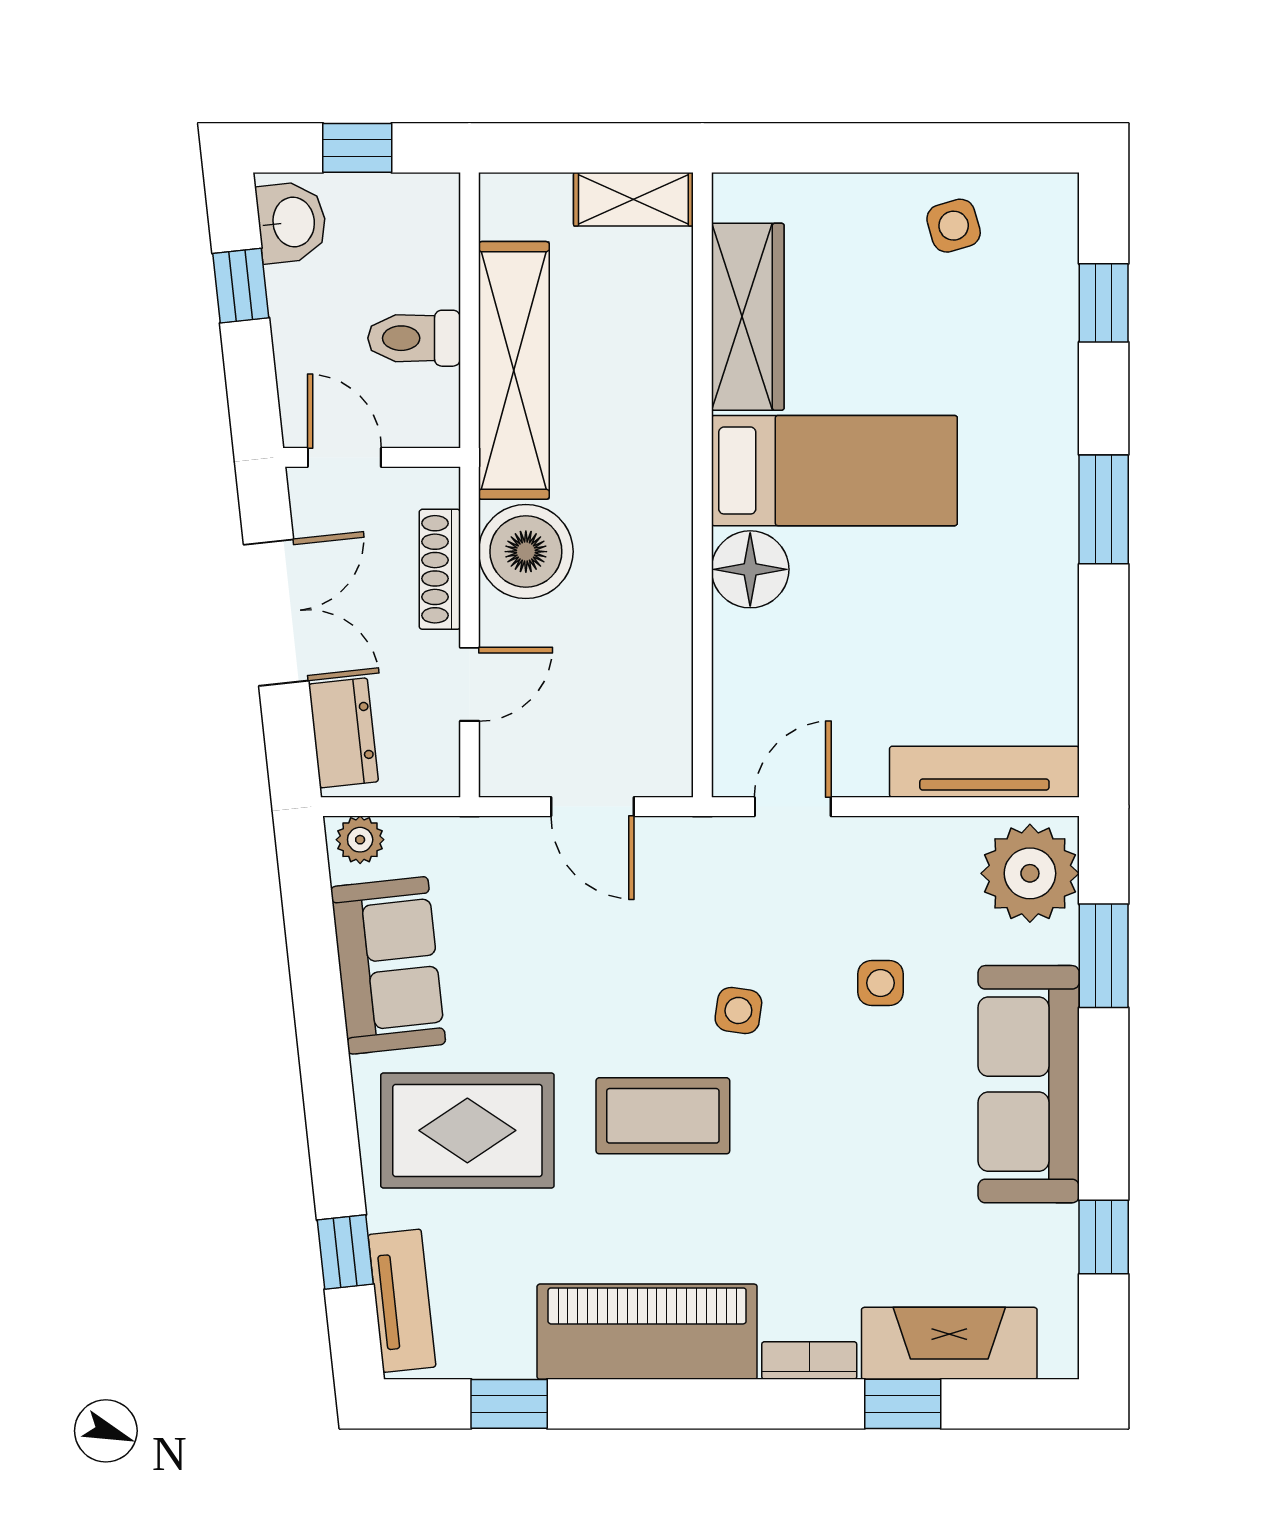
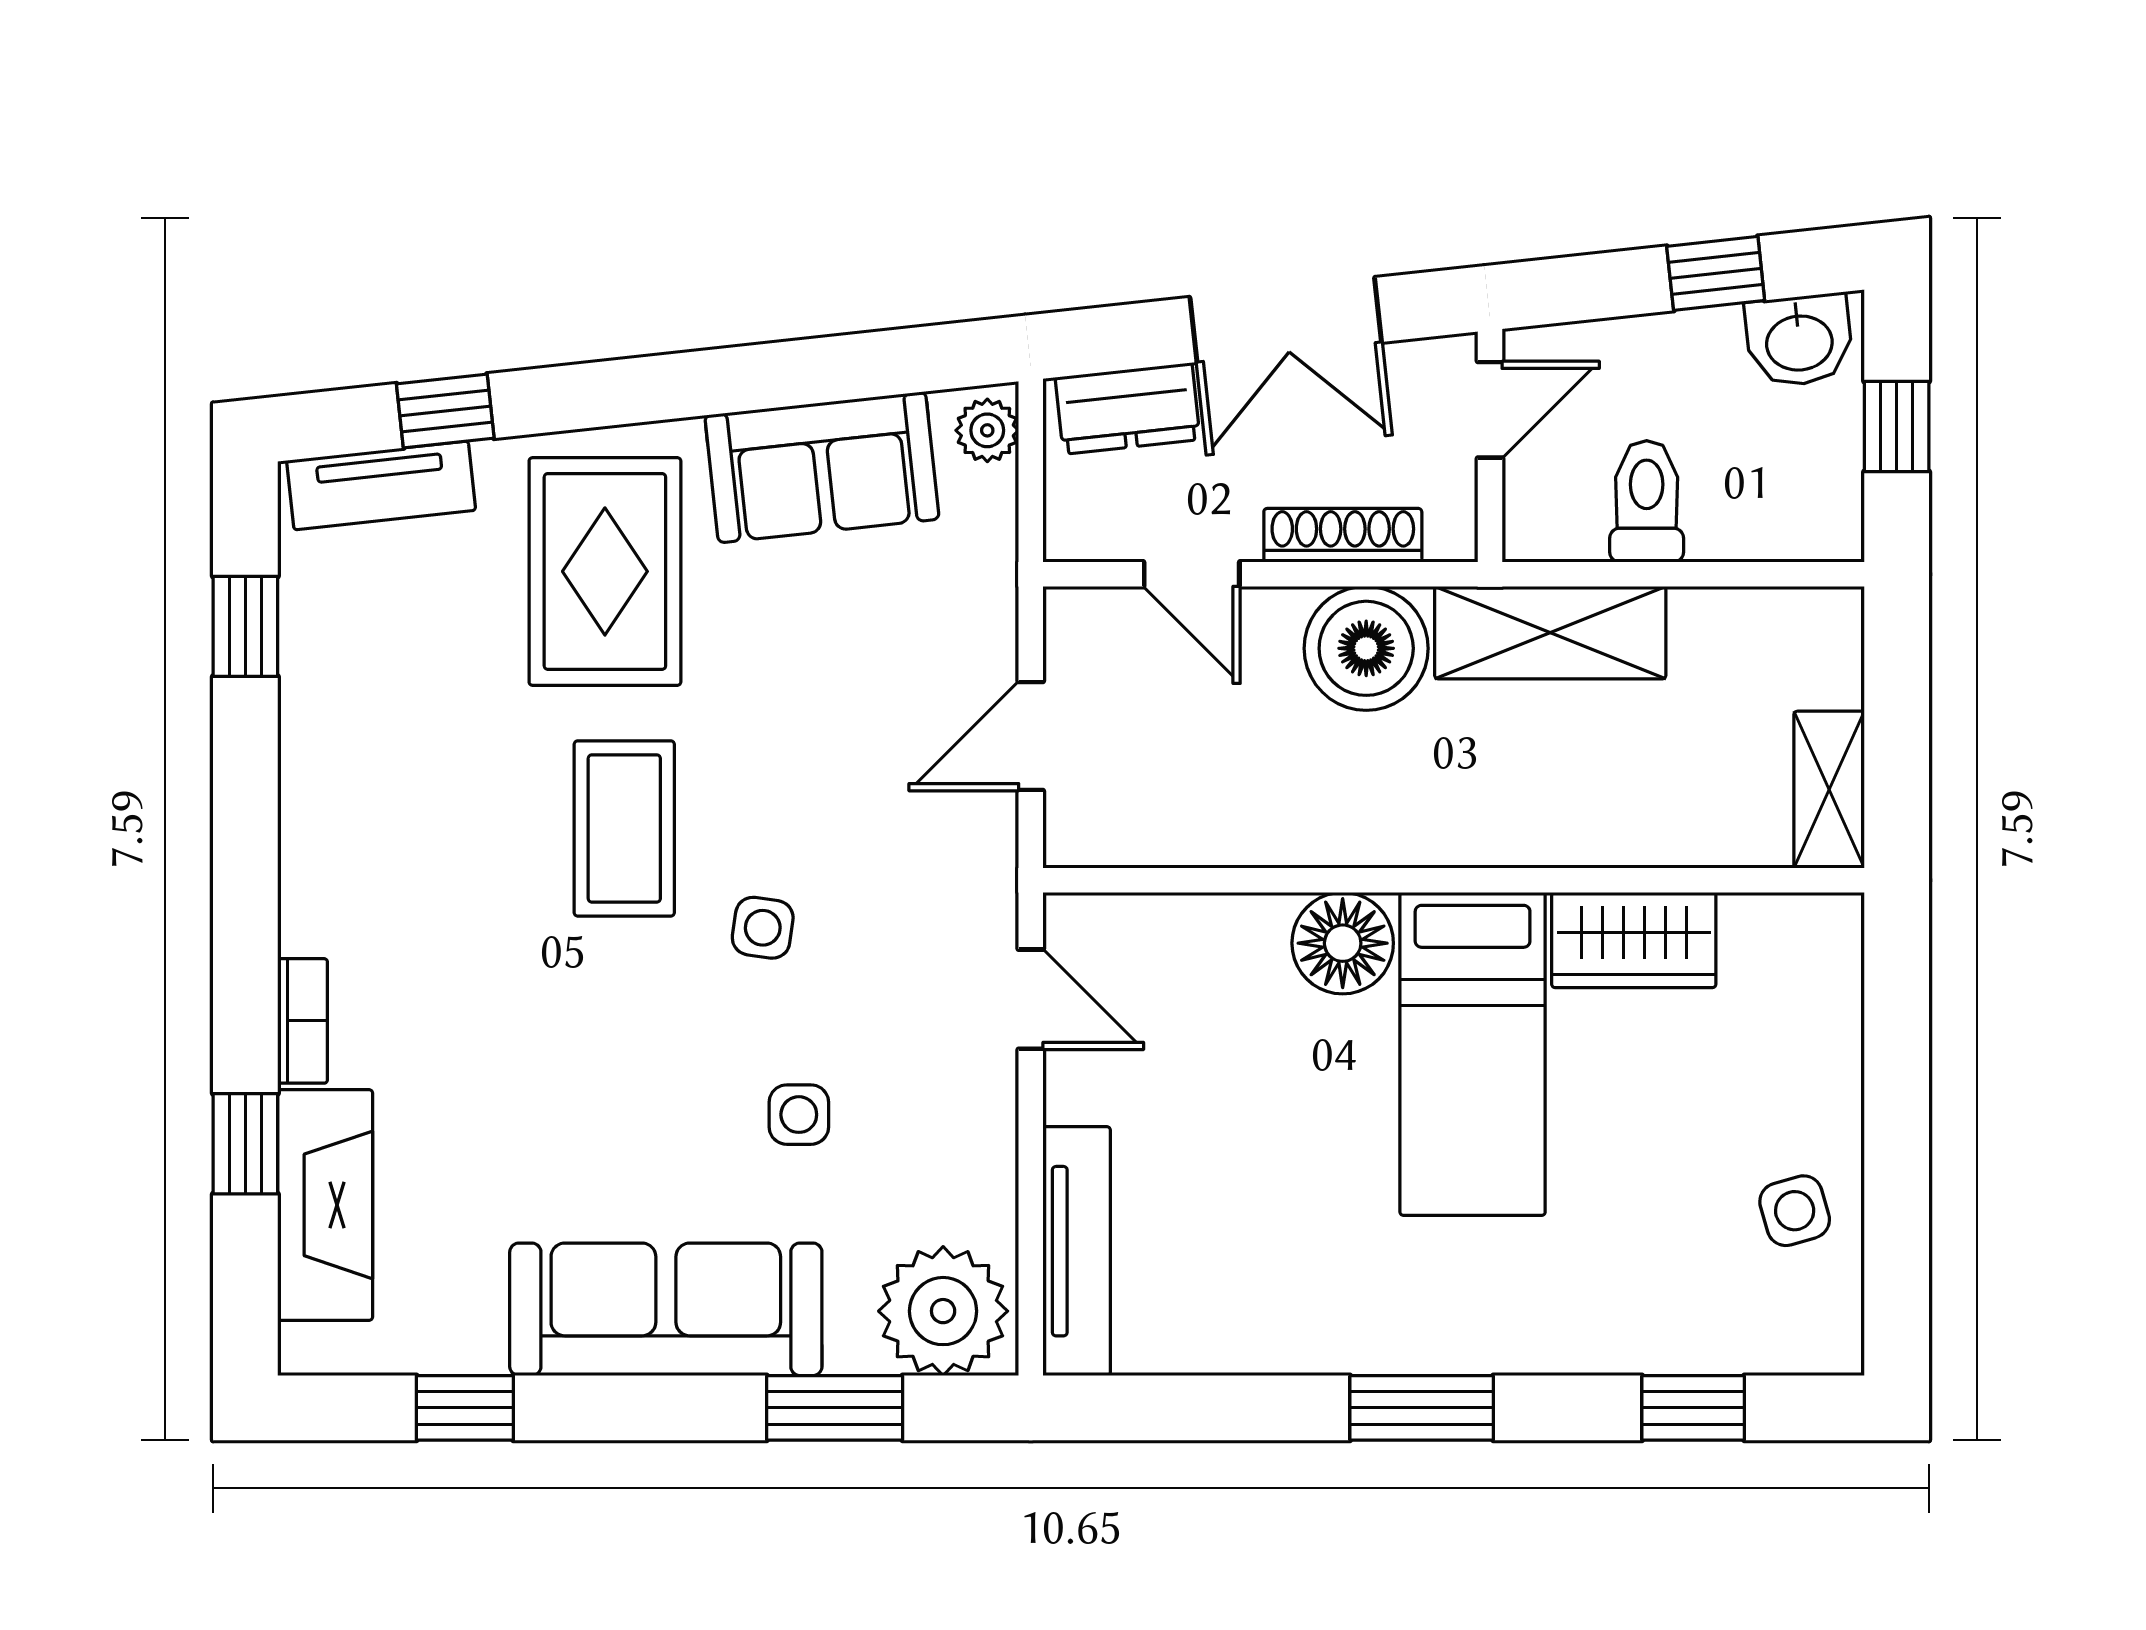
wardrobe: (748, 317) -> (1634, 940), width x0.67
shelving: (514, 370) -> (1550, 633), width x0.68
piano: (647, 1332) -> (340, 808), removed

